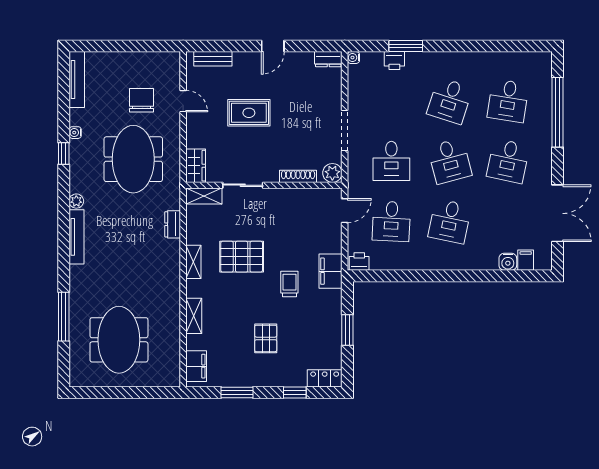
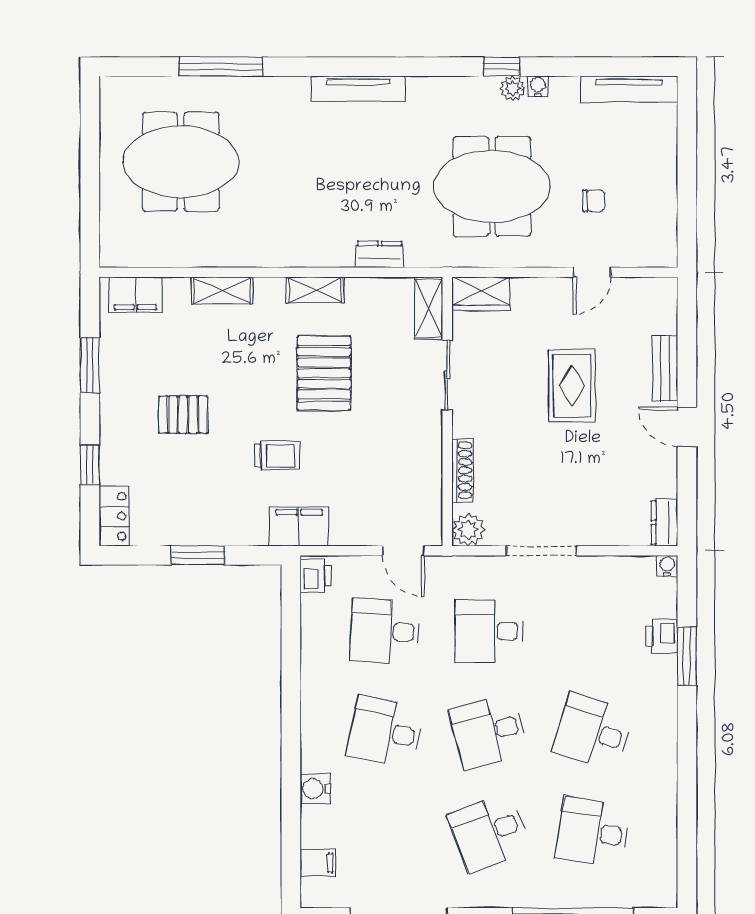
bench: (213, 59) -> (665, 368), moved
chair: (142, 100) -> (594, 201), width x0.54, depth x0.54
desk: (508, 161) -> (489, 832), turned -33
plant: (76, 201) -> (513, 88), moved
water cooler: (508, 262) -> (315, 789), moved

